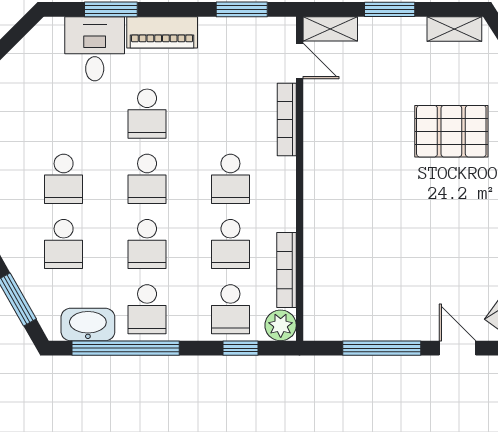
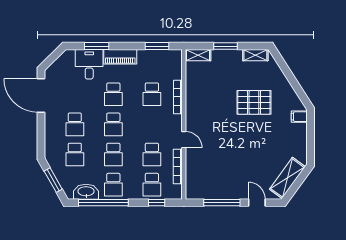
door: (300, 61) -> (184, 140), moved
school desk: (230, 179) -> (152, 94), moved
plant: (281, 325) -> (175, 192), removed

